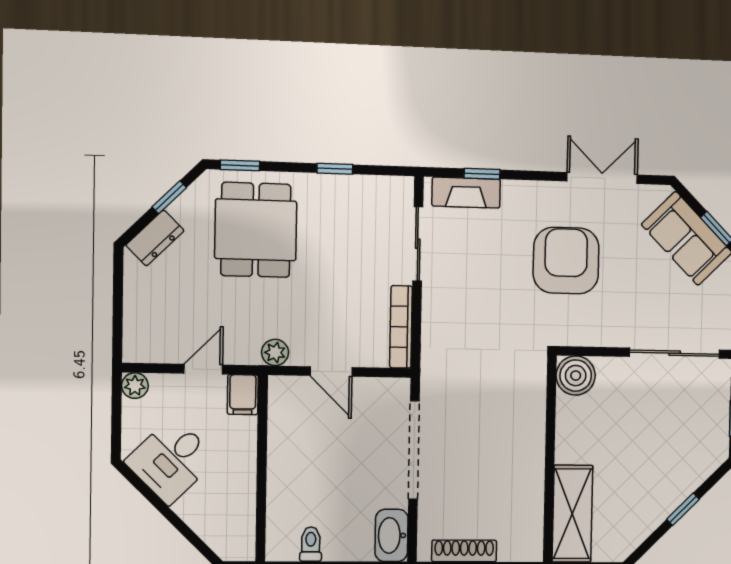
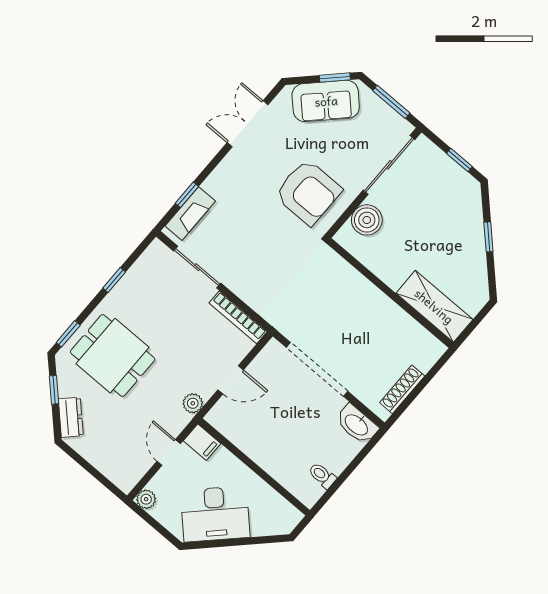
armchair: (566, 261) -> (308, 192), moved, turned 180
boiler: (576, 376) -> (367, 220), moved
desk: (171, 460) -> (215, 514), width x1.37

